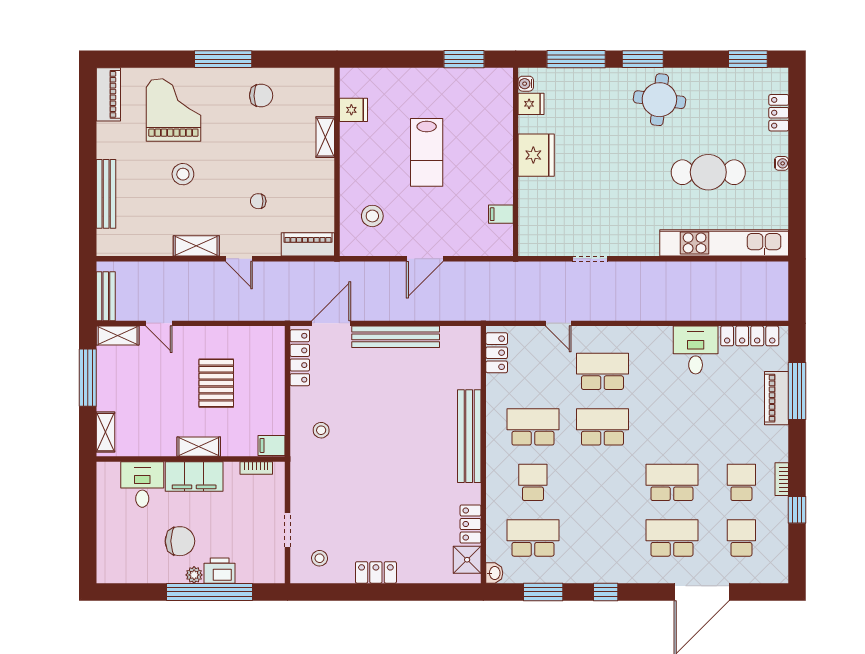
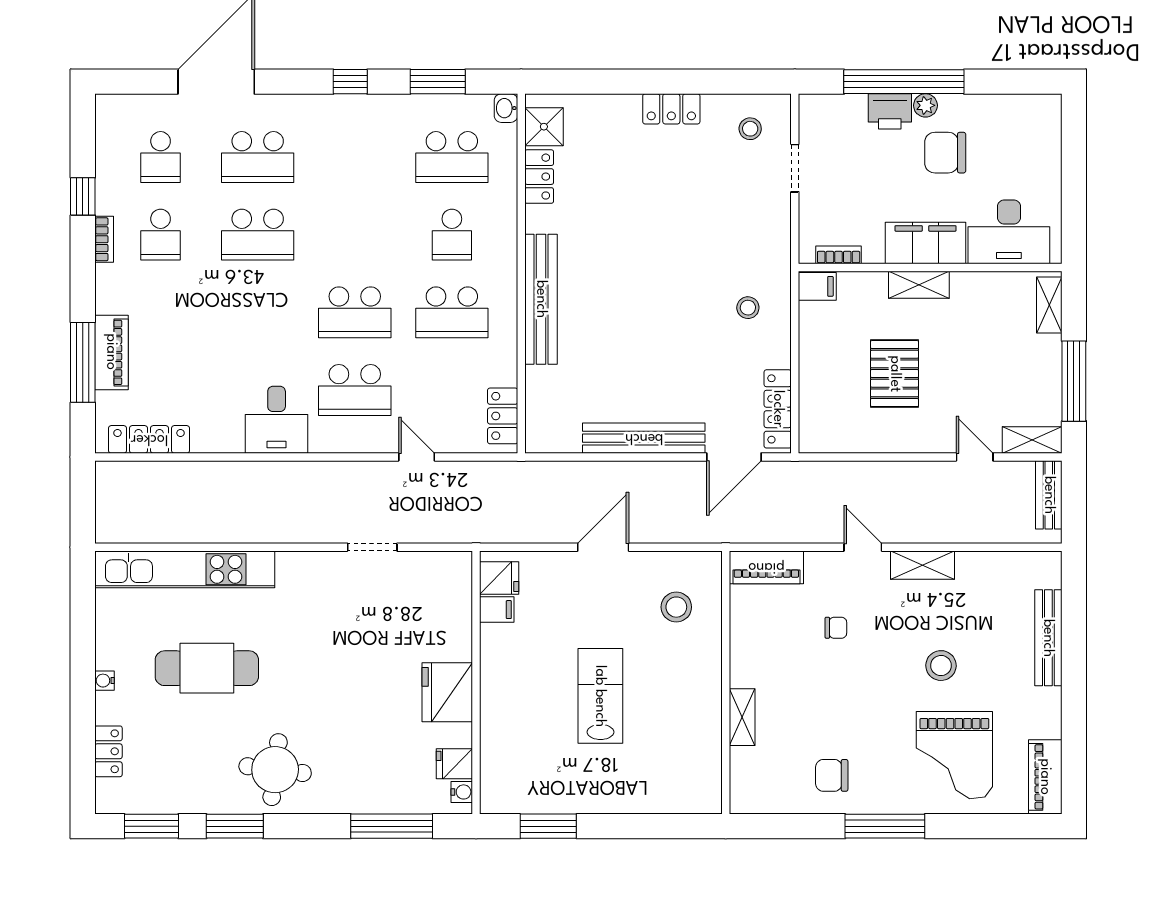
window: (643, 59) -> (235, 826), moved
fridge: (354, 110) -> (499, 578), moved, turned 180
desk: (696, 350) -> (277, 420), moved
desk: (142, 484) -> (1009, 232), width x1.37

